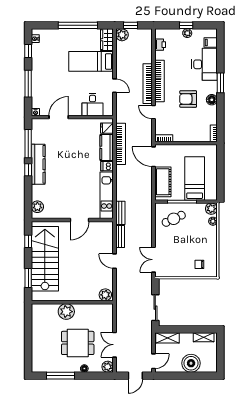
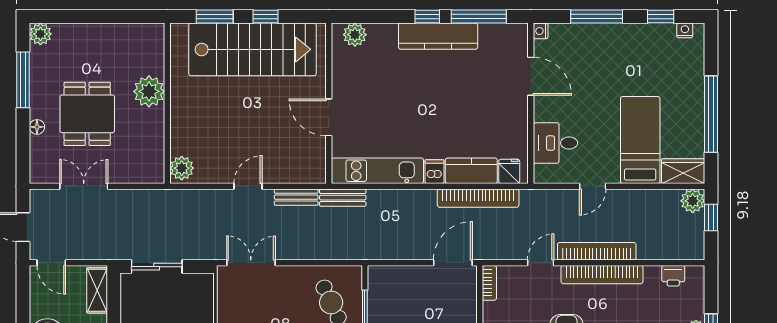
cot: (163, 182) -> (404, 281), removed
window: (28, 241) -> (266, 17), moved
plant: (108, 367) -> (40, 34), moved

